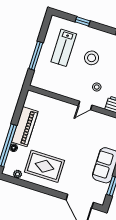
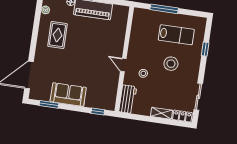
lab bench: (64, 48) -> (176, 35), turned 180
rug: (45, 166) -> (58, 35), width x0.73, depth x0.70

